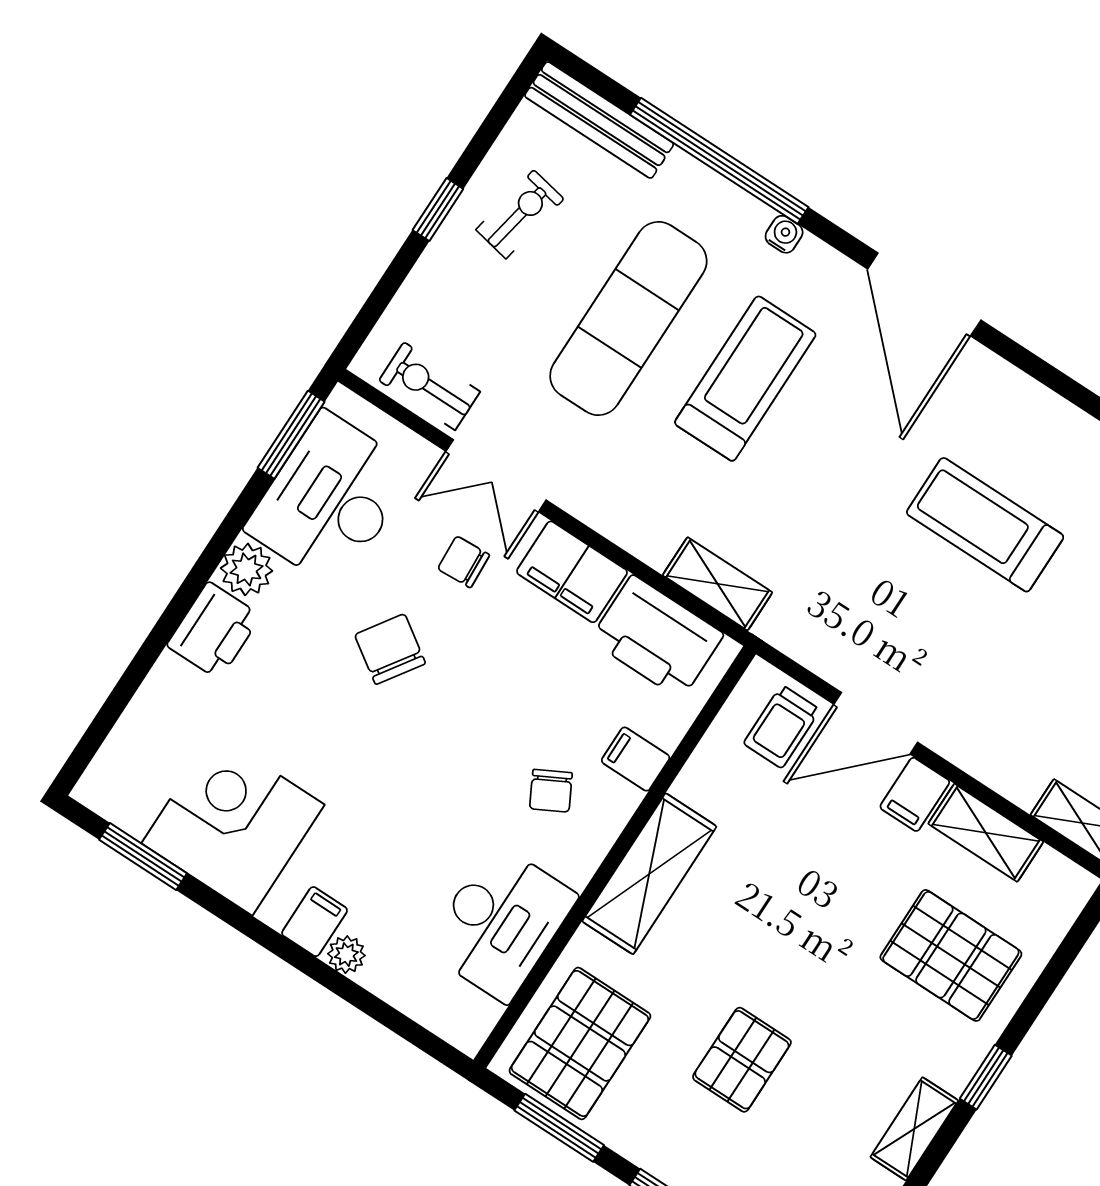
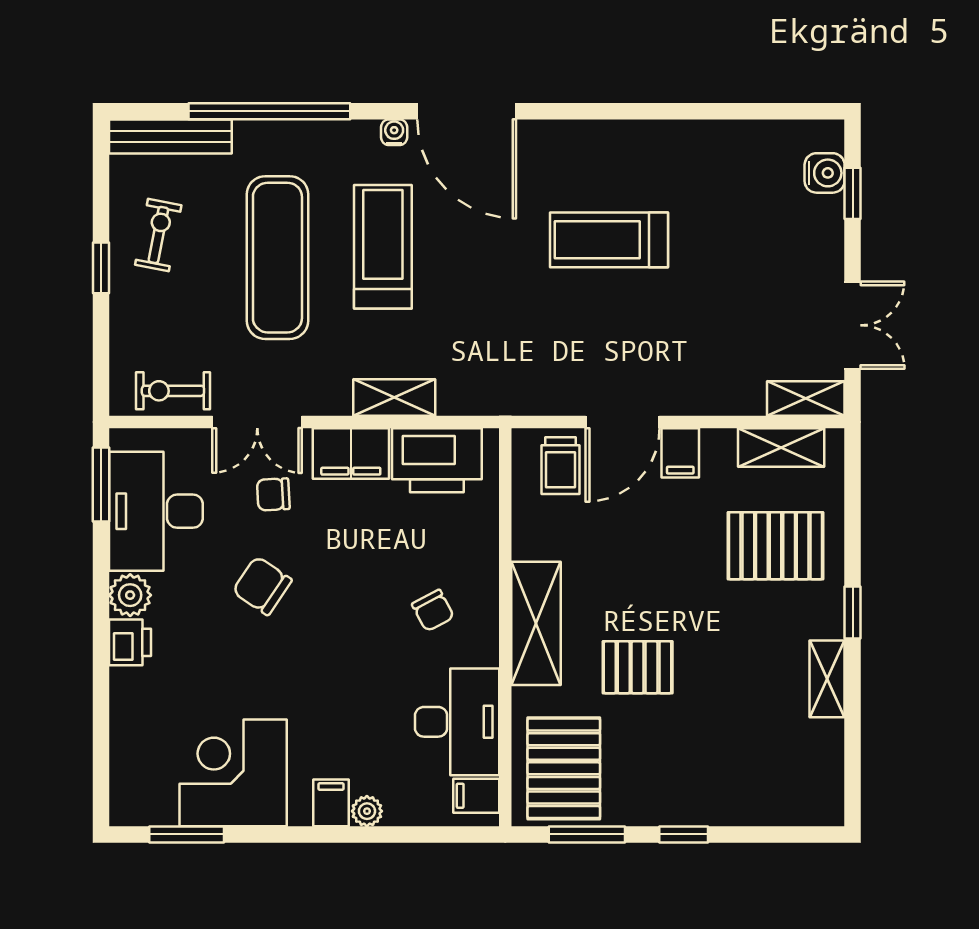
water cooler: (784, 234) -> (394, 132), moved
shelving: (718, 584) -> (394, 397), moved
printer: (214, 631) -> (130, 642), width x0.73, depth x0.81
filing cabinet: (636, 759) -> (476, 796), moved
shelving: (986, 833) -> (781, 447), moved
pallet: (742, 1060) -> (638, 667), moved, turned 90

